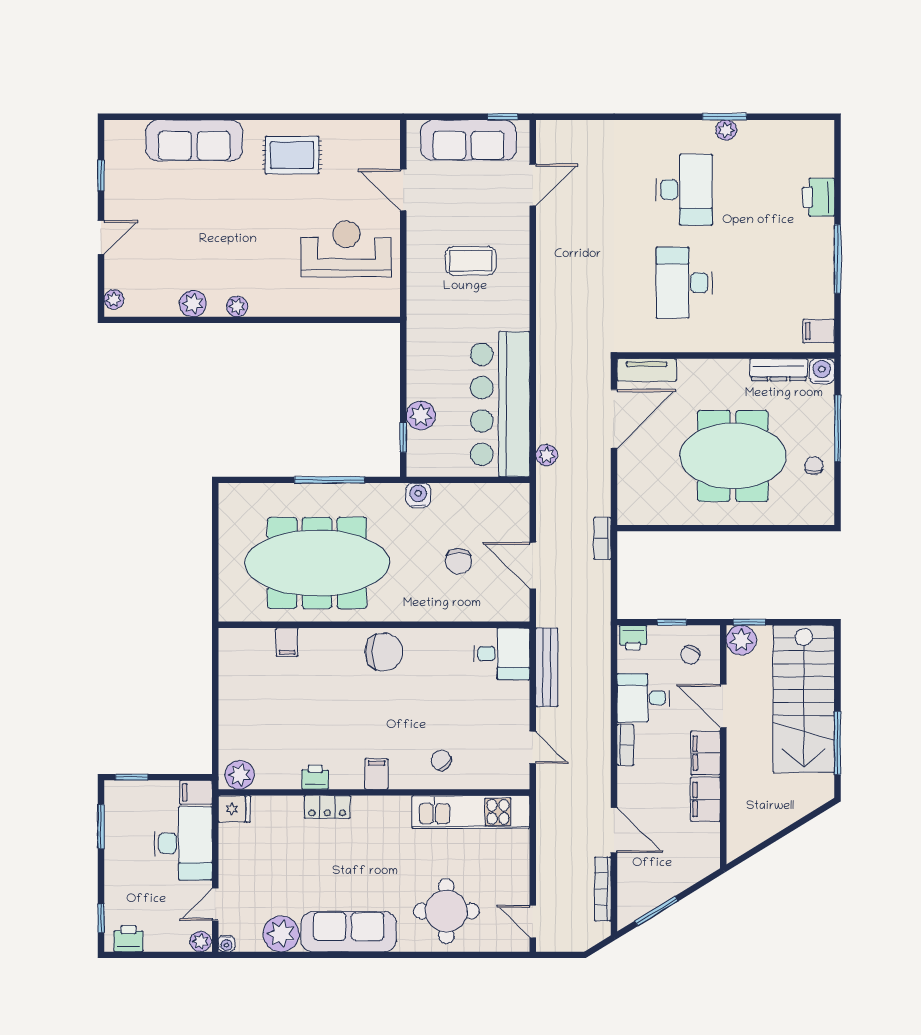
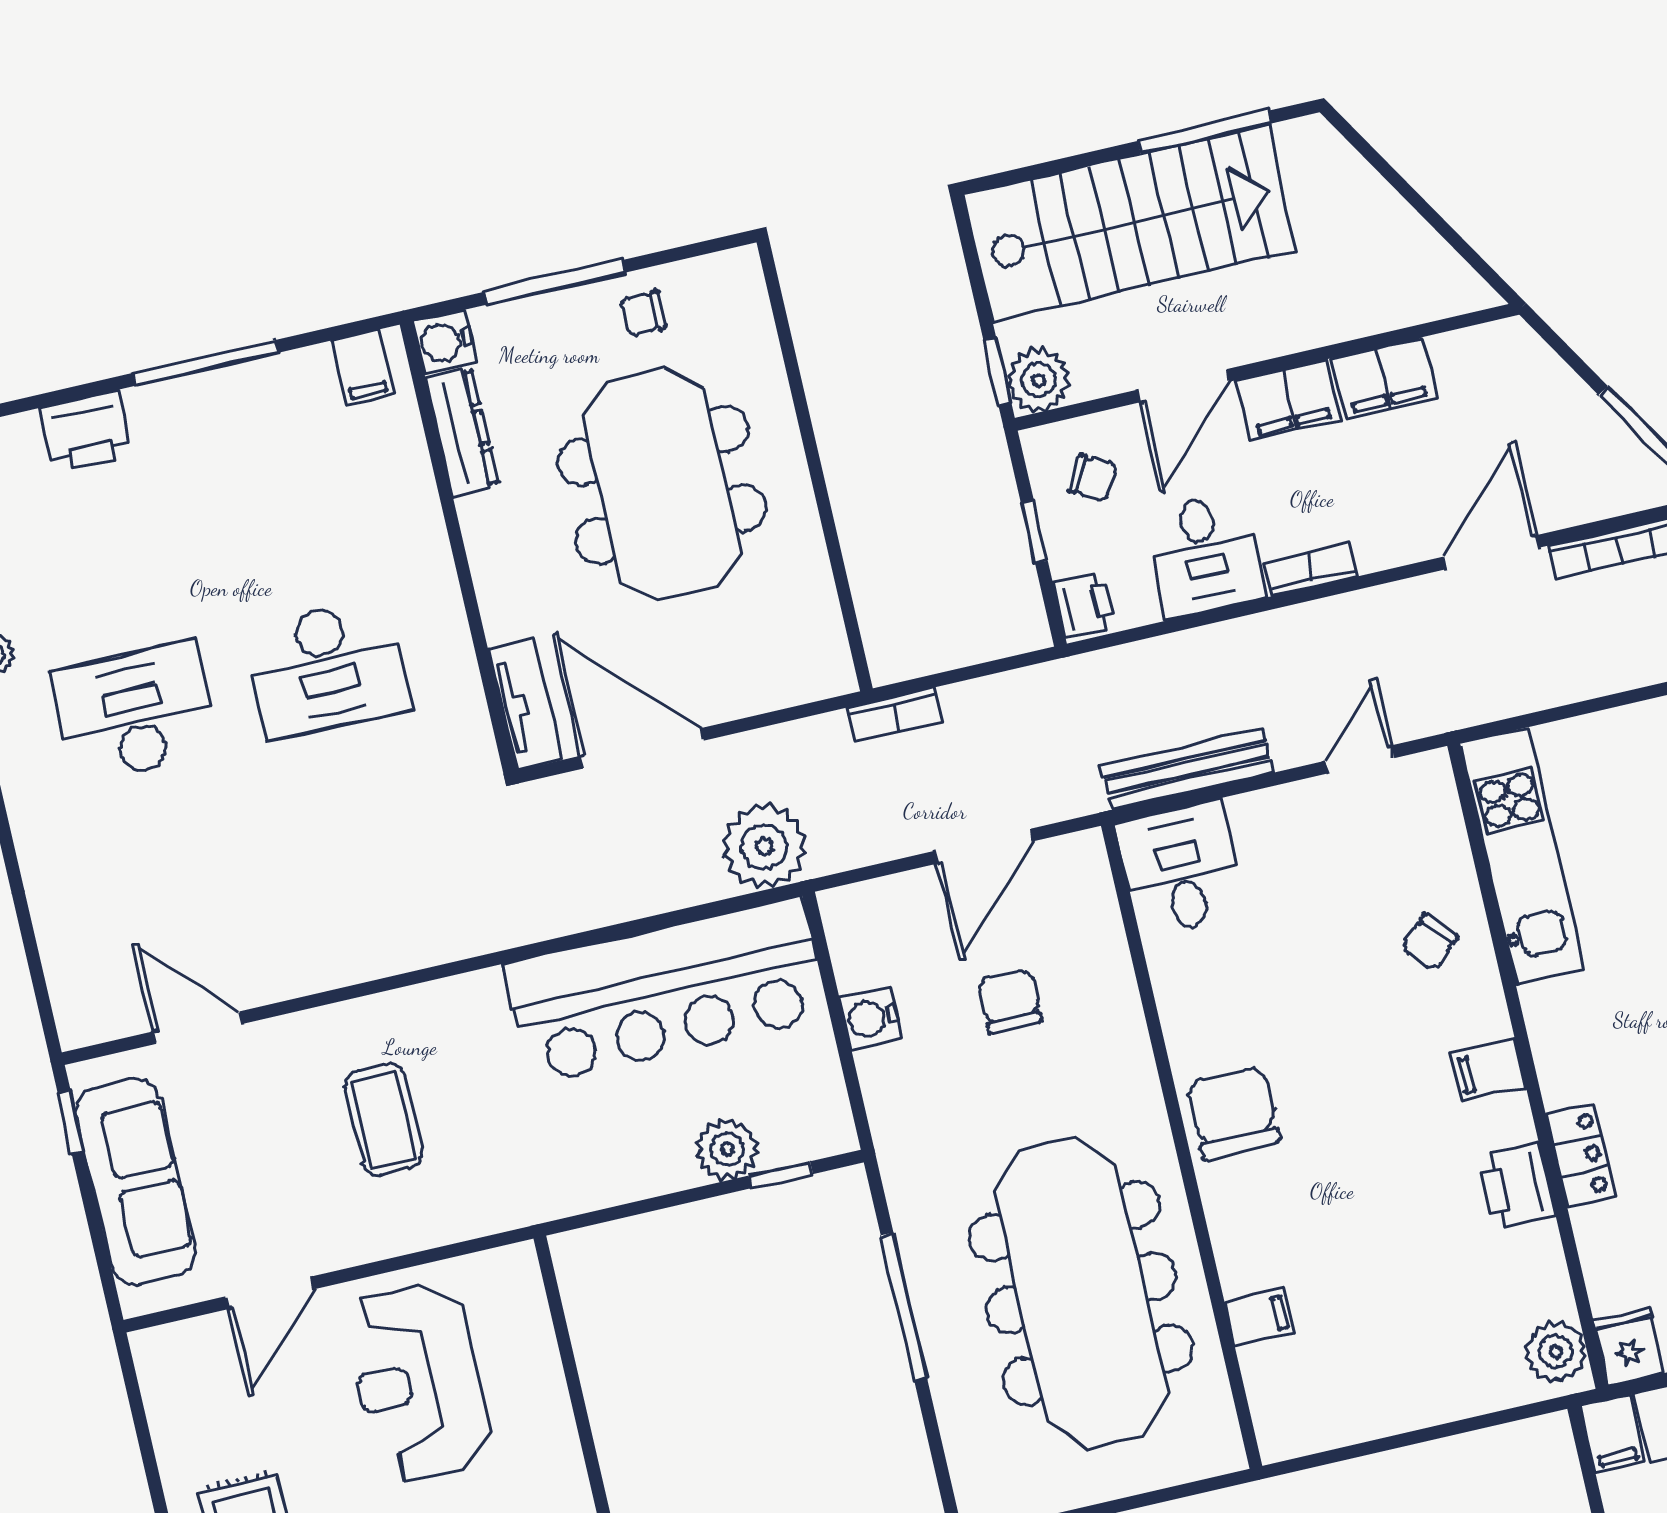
plant: (547, 455) -> (764, 847), width x1.88, depth x1.88
water cooler: (418, 495) -> (870, 1018), moved
chair: (459, 561) -> (1010, 1001), turned -90
printer: (315, 777) -> (1516, 1186), width x1.36, depth x1.24

